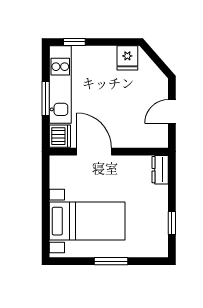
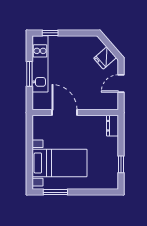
fridge: (127, 58) -> (105, 58), moved, turned 49
dishwasher: (60, 136) -> (40, 101), removed
window: (111, 261) -> (55, 192), moved

